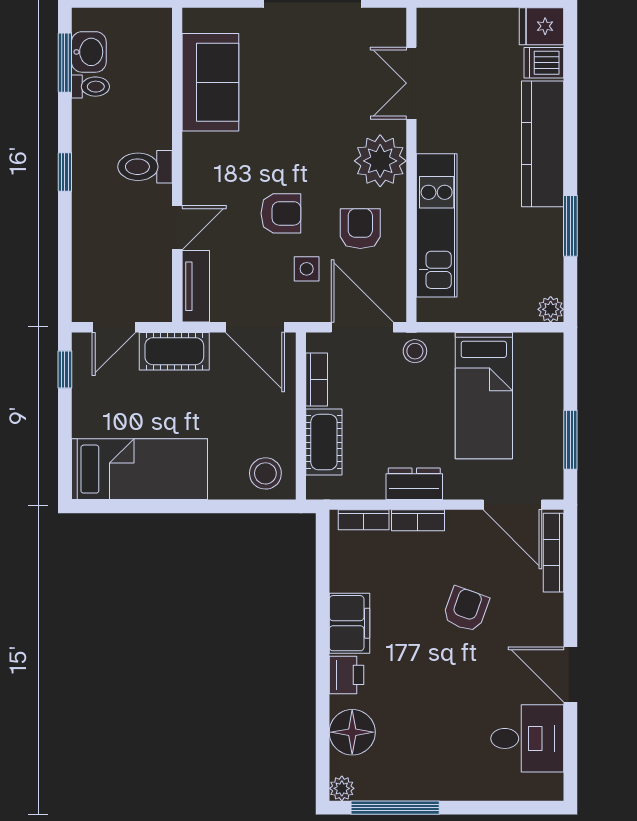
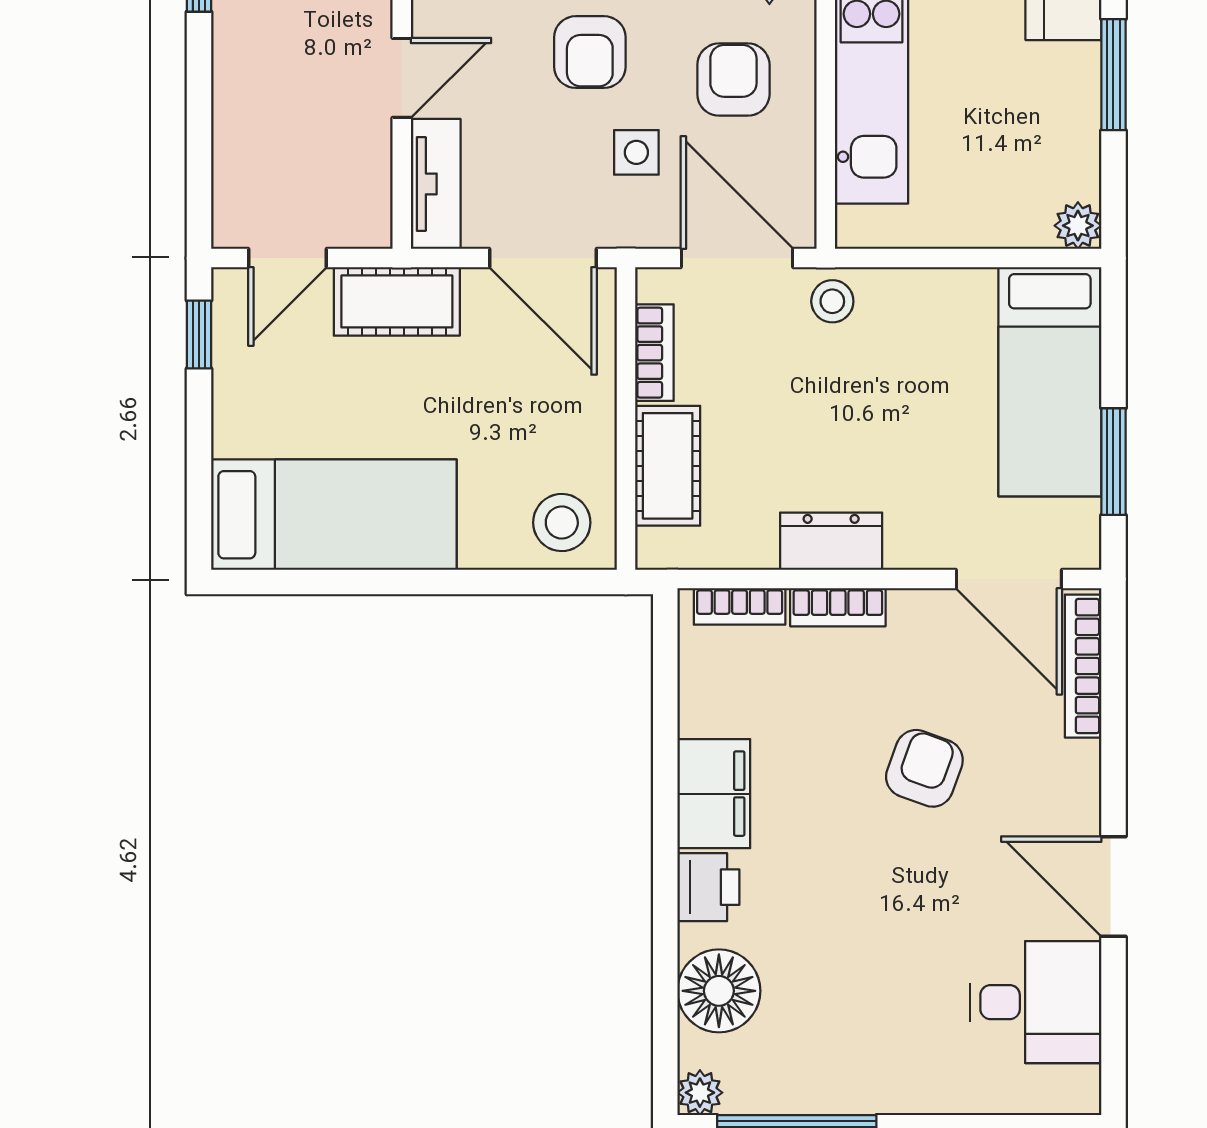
armchair: (281, 213) -> (590, 52), turned 90
bed: (484, 396) -> (1050, 382), moved

